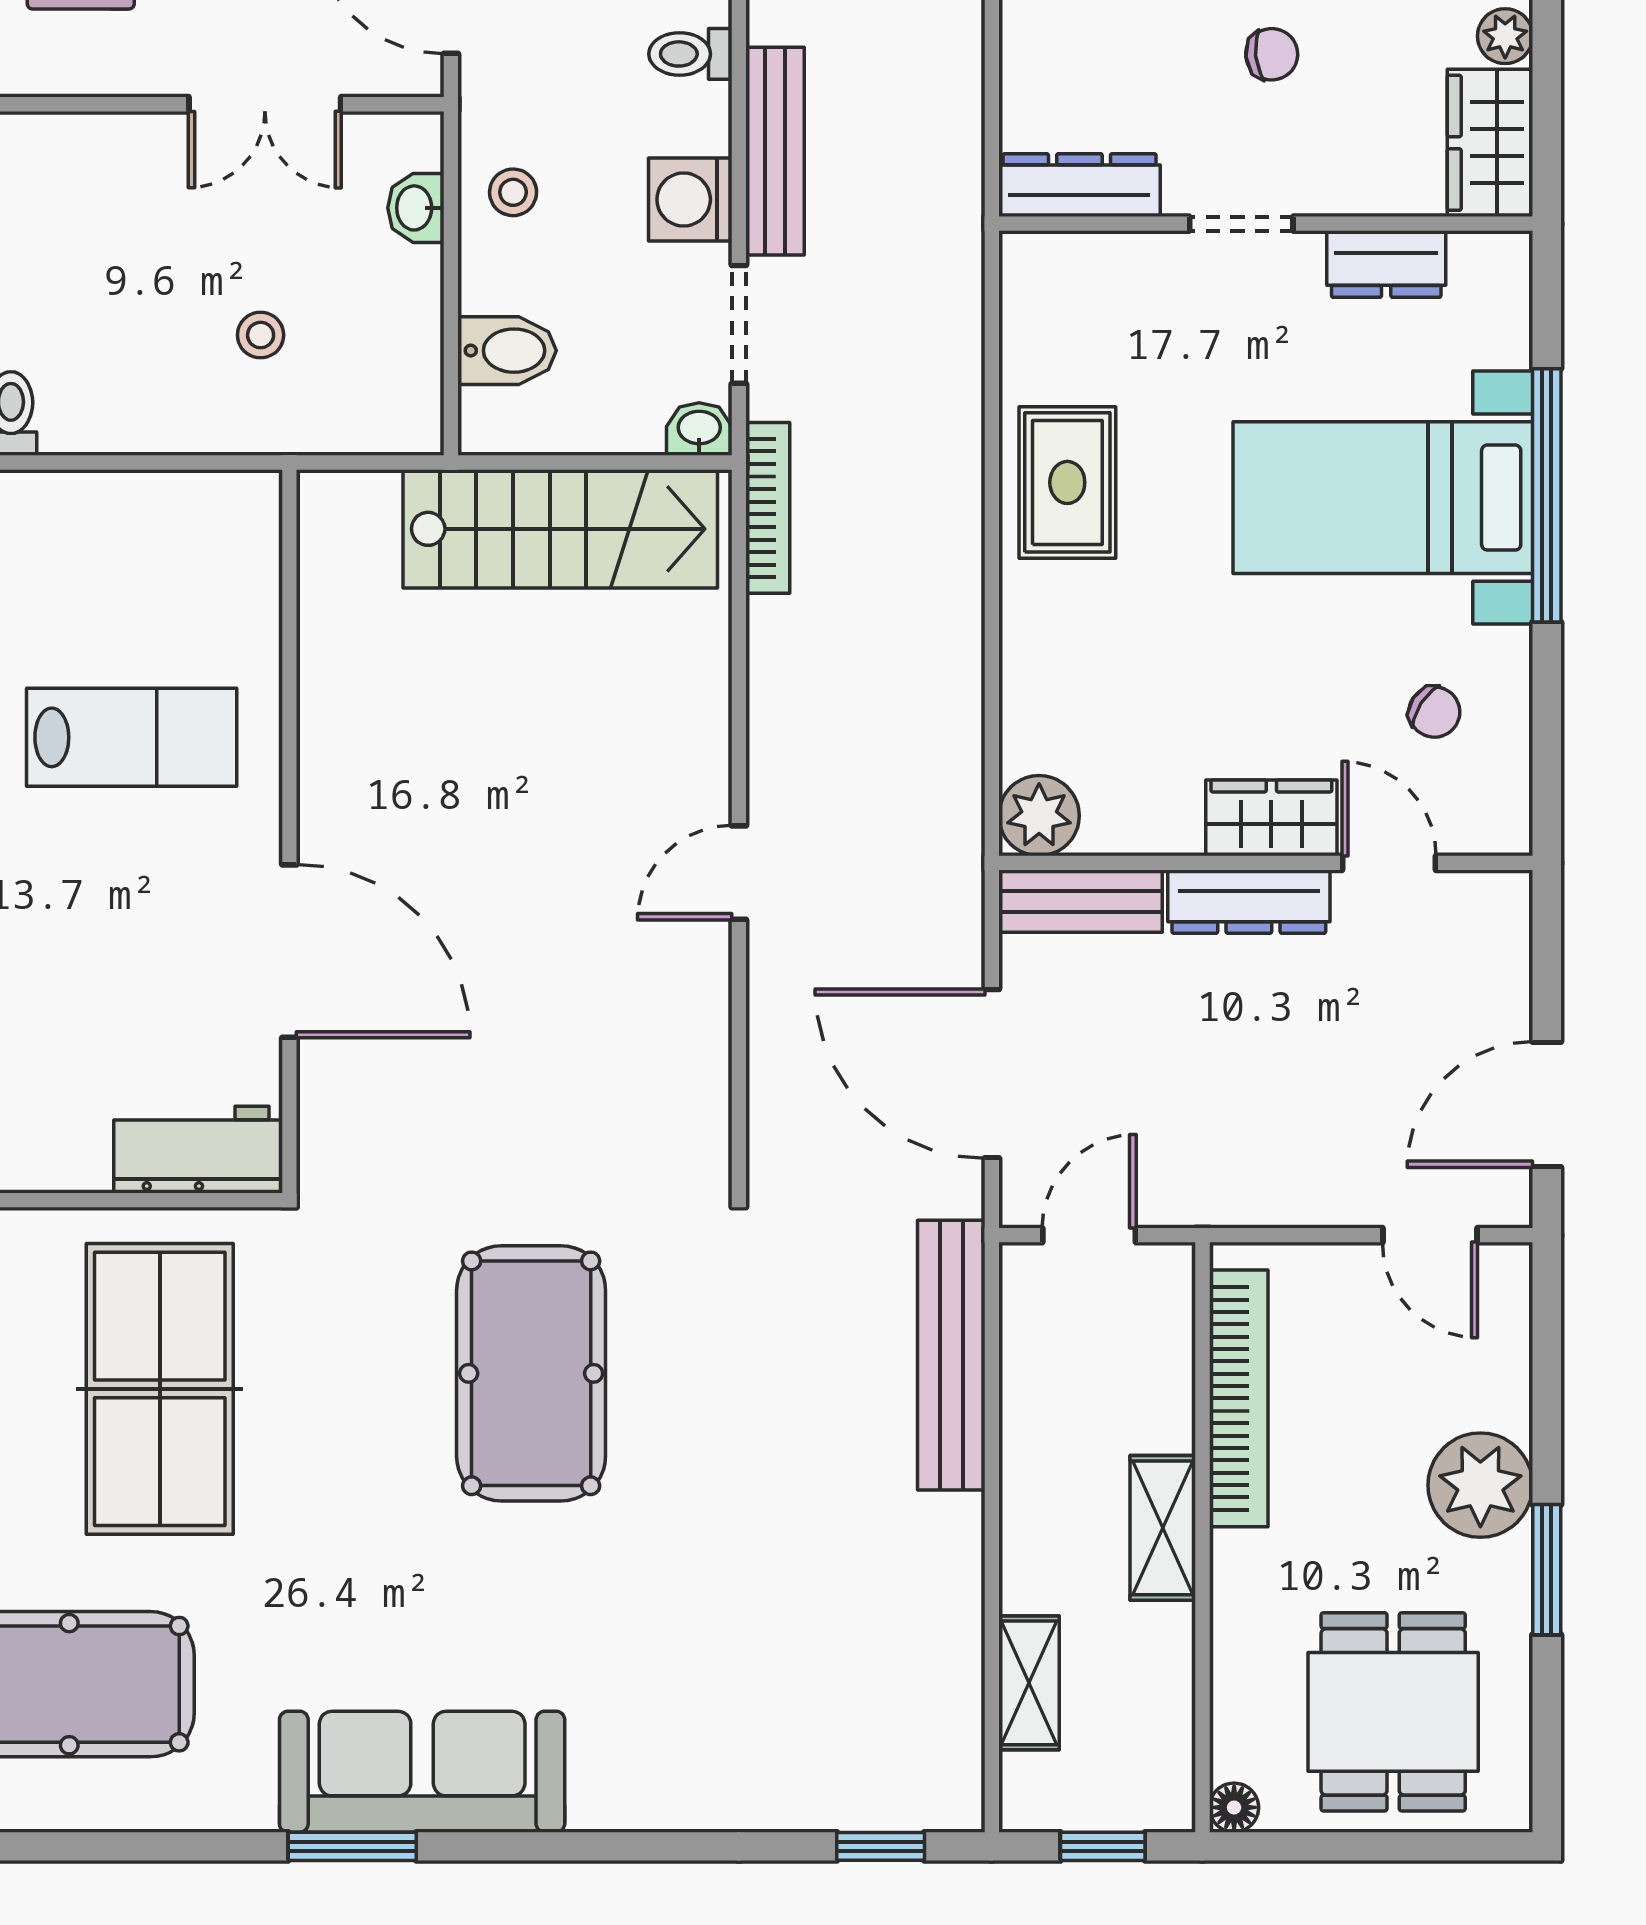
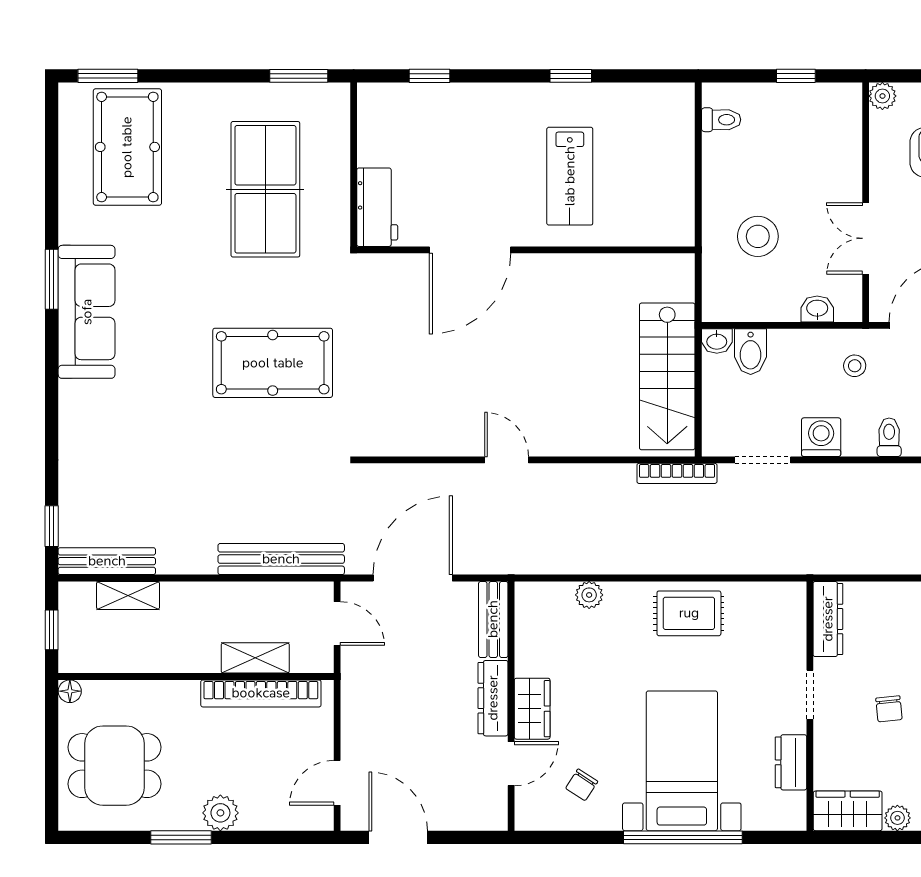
bench: (775, 151) -> (107, 561), moved
stool: (513, 192) -> (855, 366), moved
stool: (261, 335) -> (758, 236), width x1.89, depth x1.89
washbasin: (699, 429) -> (717, 341), moved, turned 90
plant: (1039, 816) -> (589, 595), moved, width x0.73, depth x0.73
table tennis table: (160, 1389) -> (265, 189), turned 90
plant: (1480, 1485) -> (220, 813), width x0.73, depth x0.73
shelving: (1163, 1528) -> (255, 658), moved

